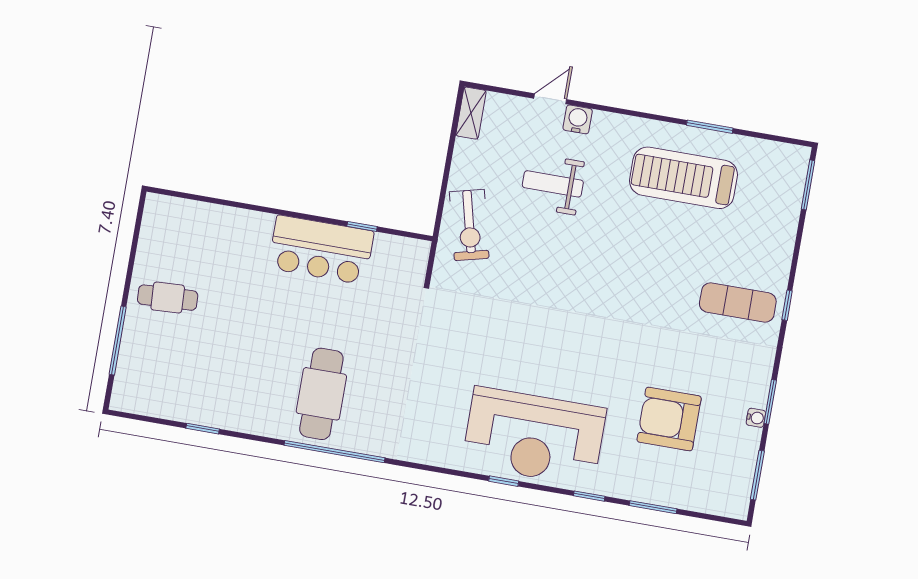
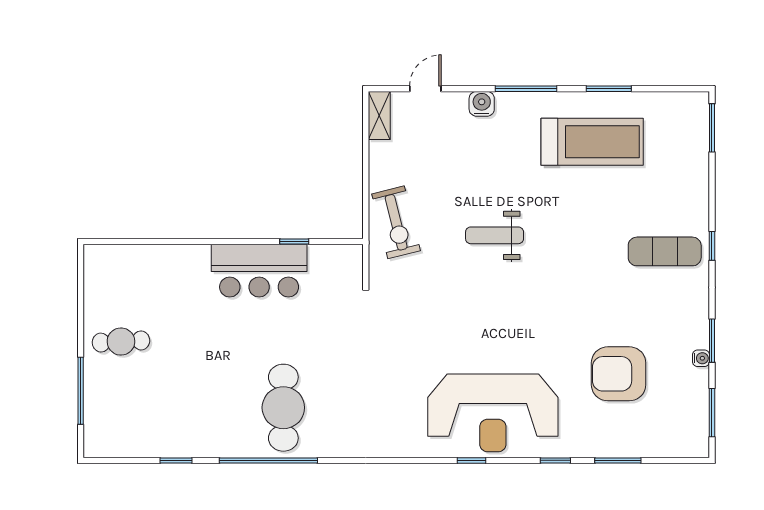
door: (550, 99) -> (425, 89), moved
window: (626, 112) -> (526, 89), added
treadmill: (683, 178) -> (592, 142), turned 180
weight bench: (553, 184) -> (495, 235), moved
window: (334, 452) -> (268, 460), moved

